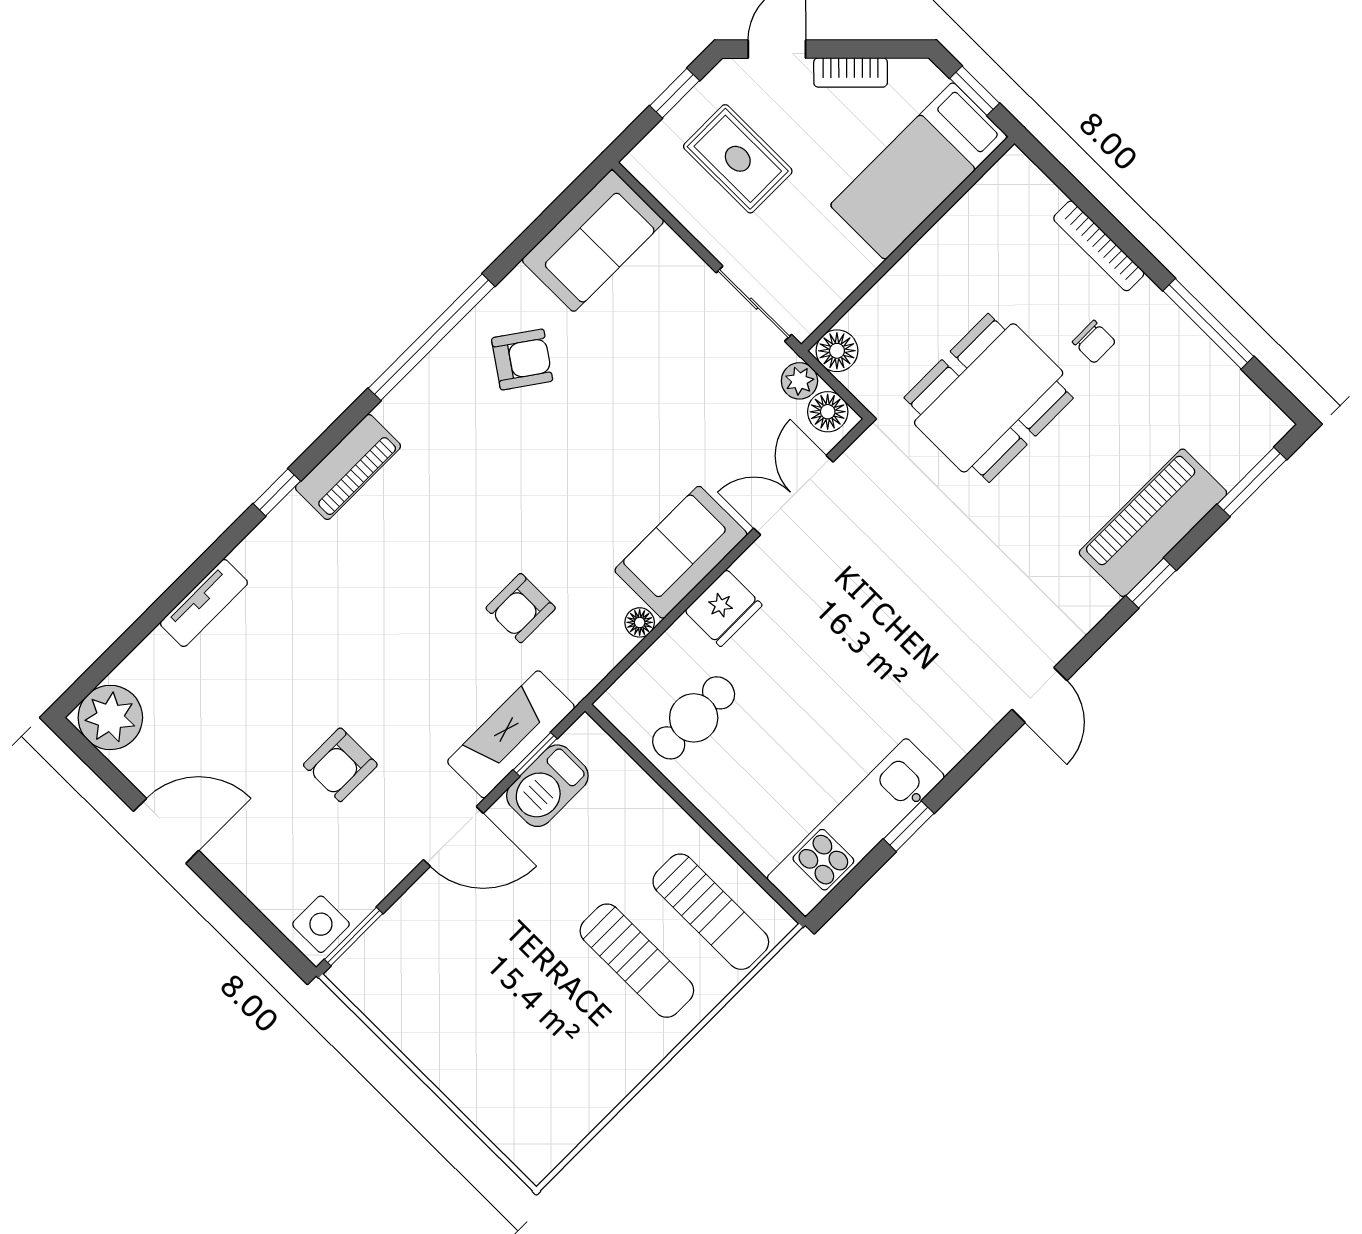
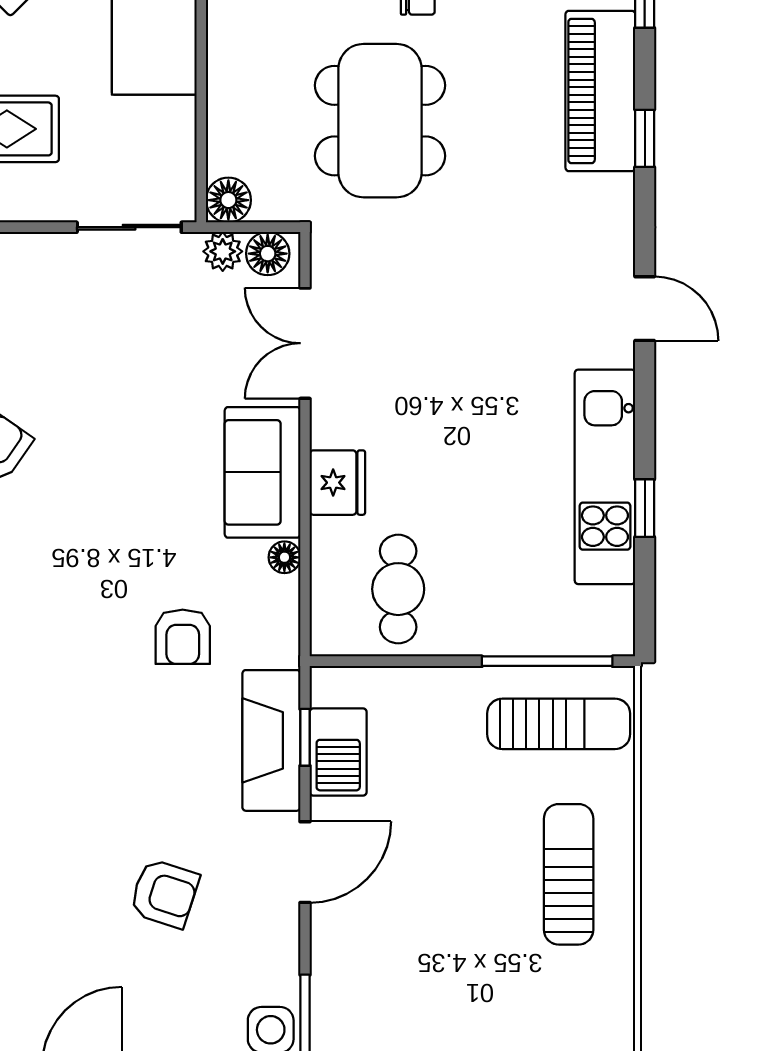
armchair: (340, 765) -> (164, 893), turned -72
kitchen unit: (856, 827) -> (605, 477), moved
window: (744, 863) -> (547, 661), added
sun lounger: (637, 961) -> (569, 874), moved, turned -90

